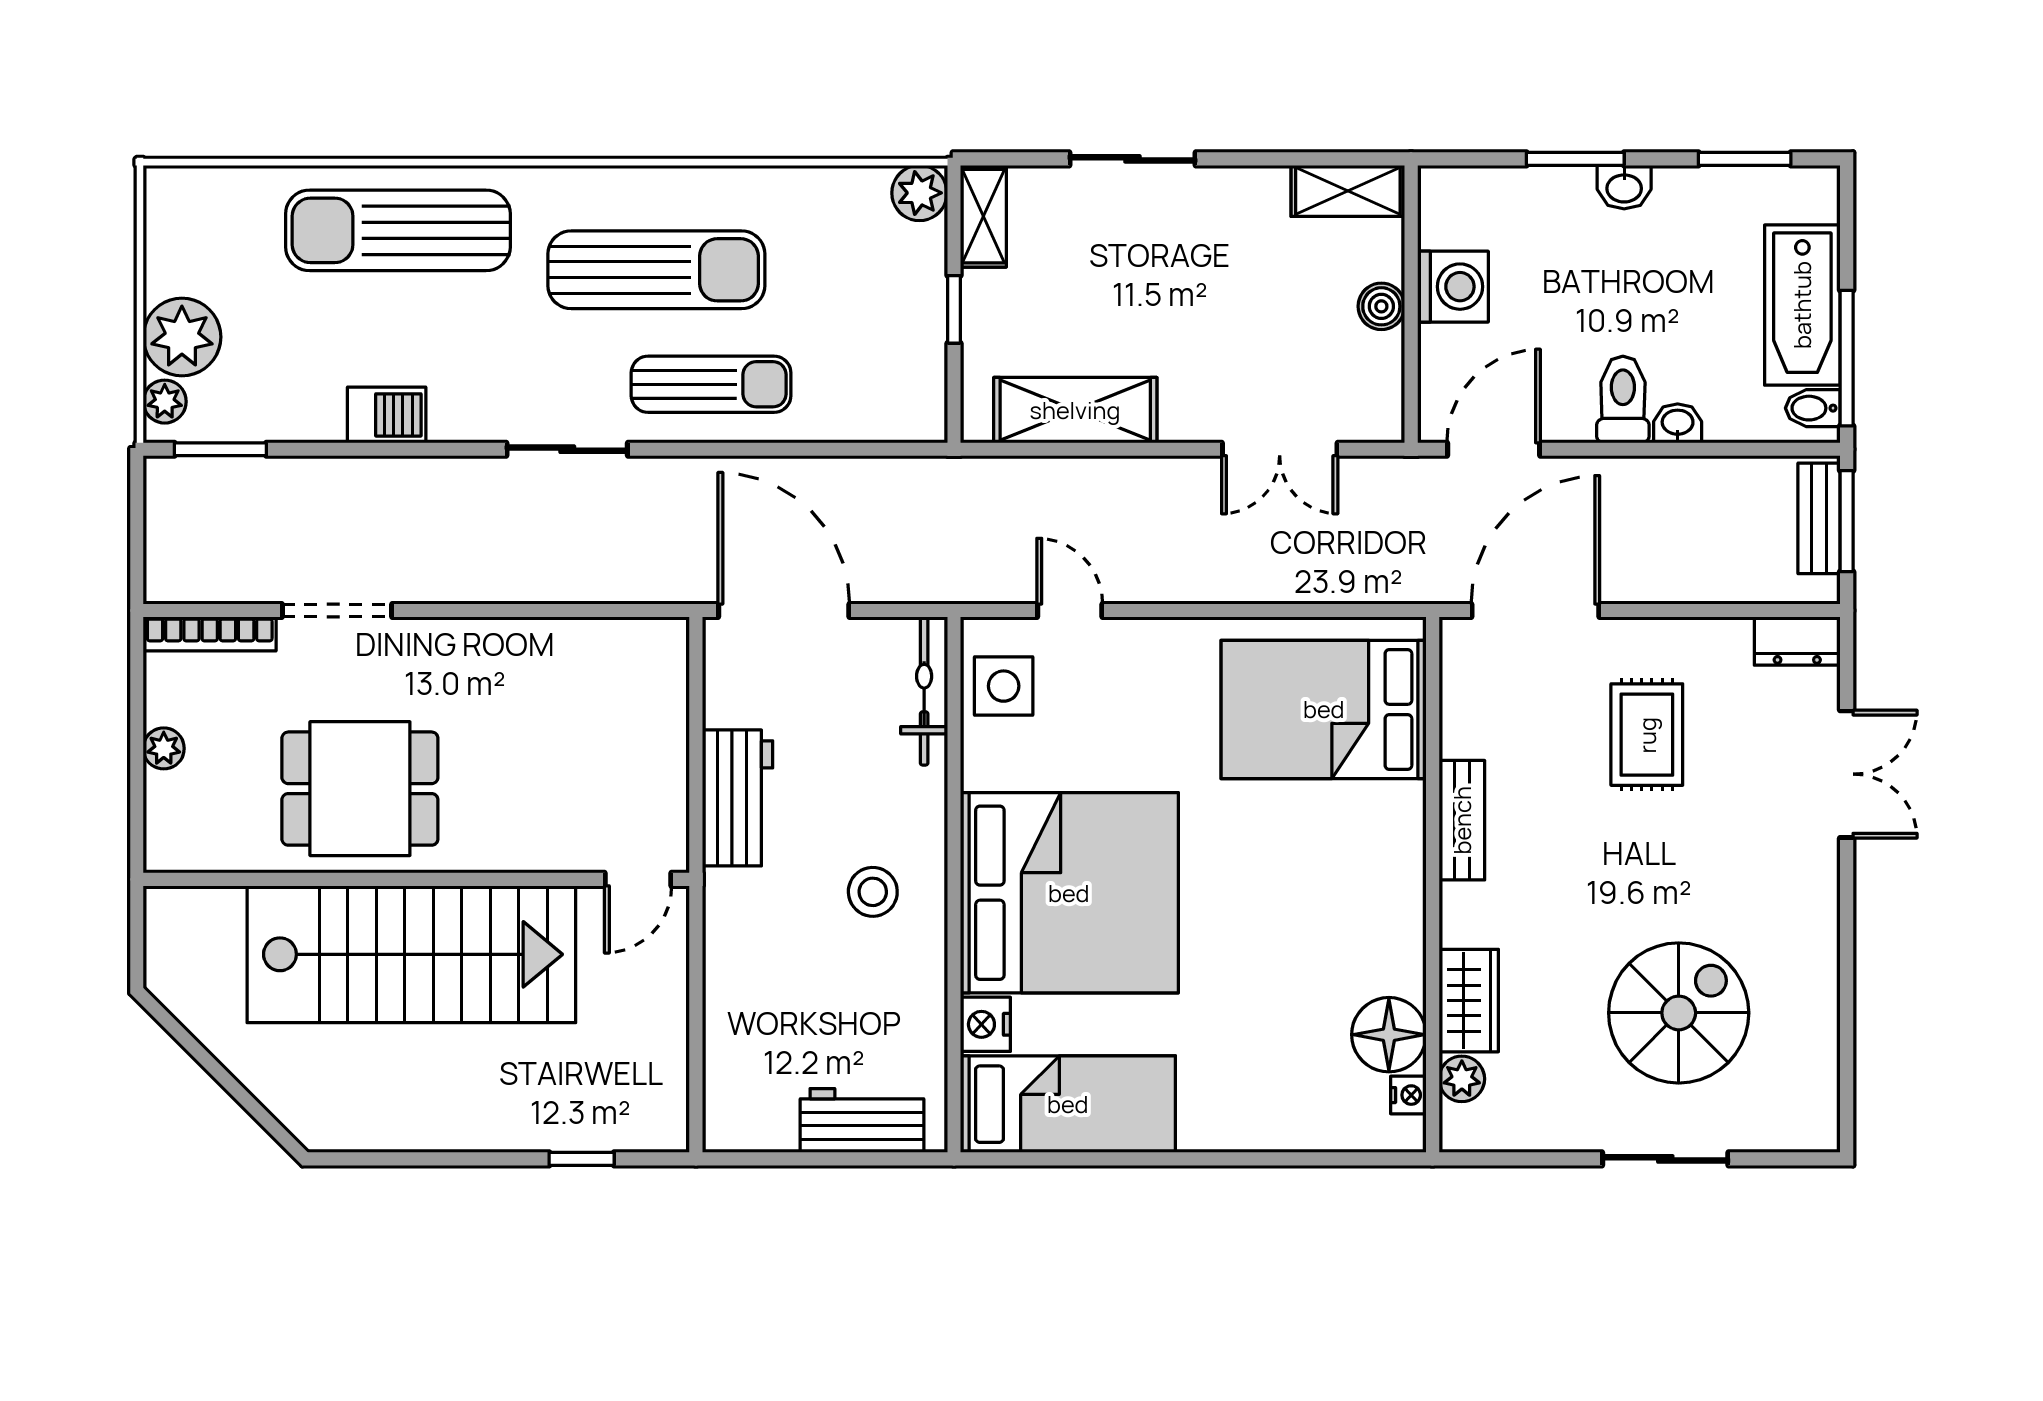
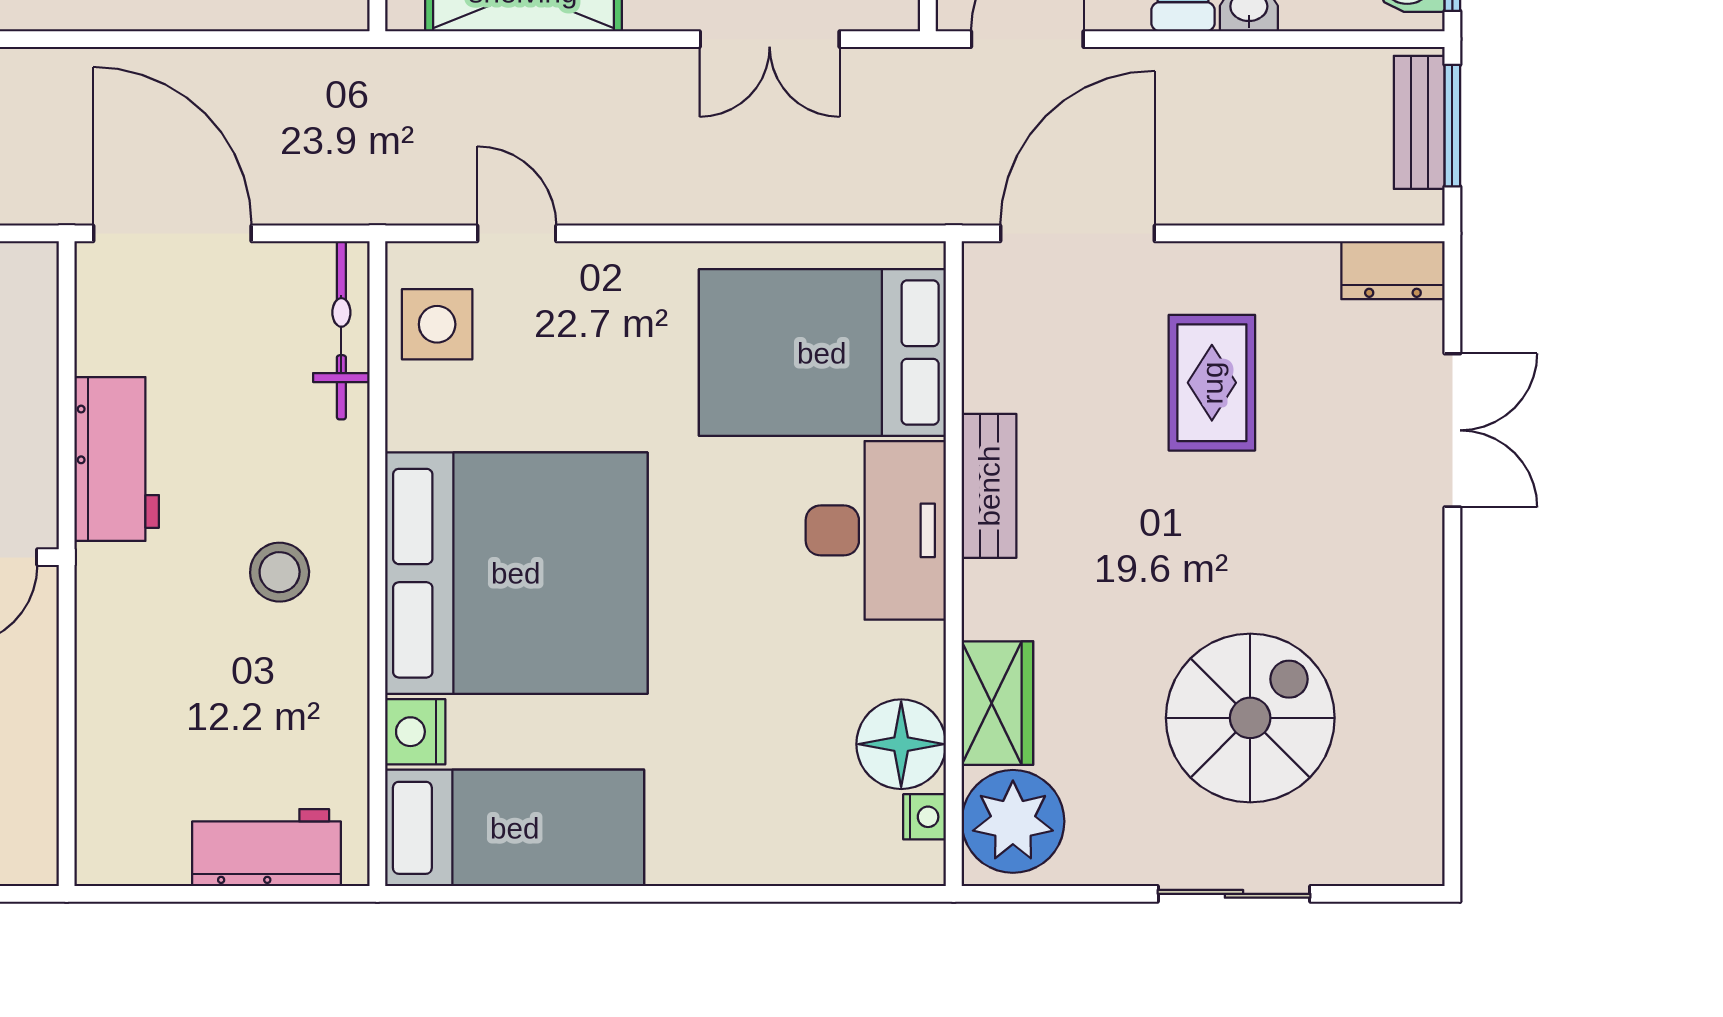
desk: (1368, 857) -> (876, 530), added
plant: (1462, 1079) -> (1013, 821), width x1.87, depth x1.87

